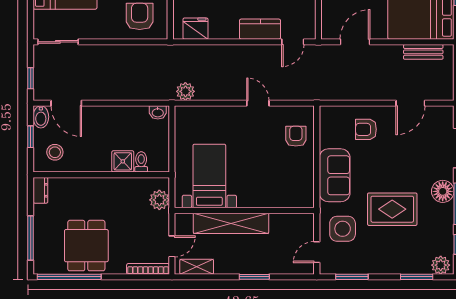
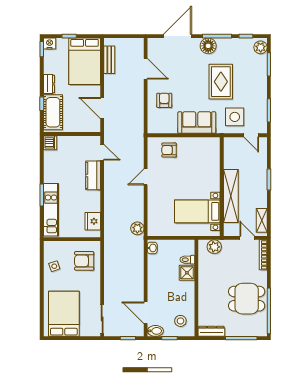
door: (66, 103) -> (146, 313), swing flipped
armchair: (366, 129) -> (164, 100), turned 180
dresser: (40, 190) -> (211, 331), width x1.44

